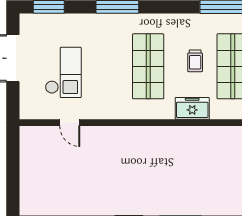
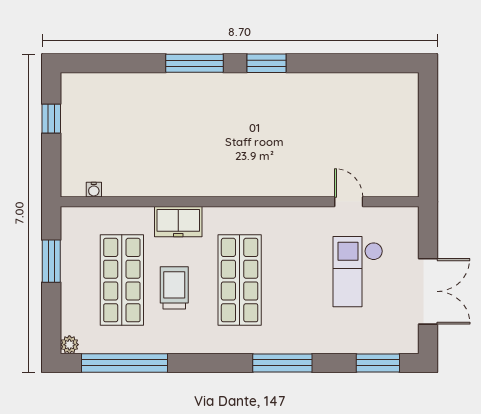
trolley: (195, 61) -> (174, 288), width x1.36, depth x1.39

